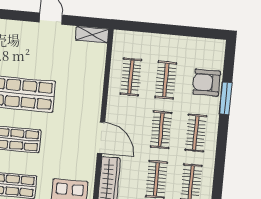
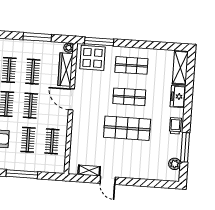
window: (176, 30) -> (22, 174), added
shelving: (92, 35) -> (89, 171), moved

